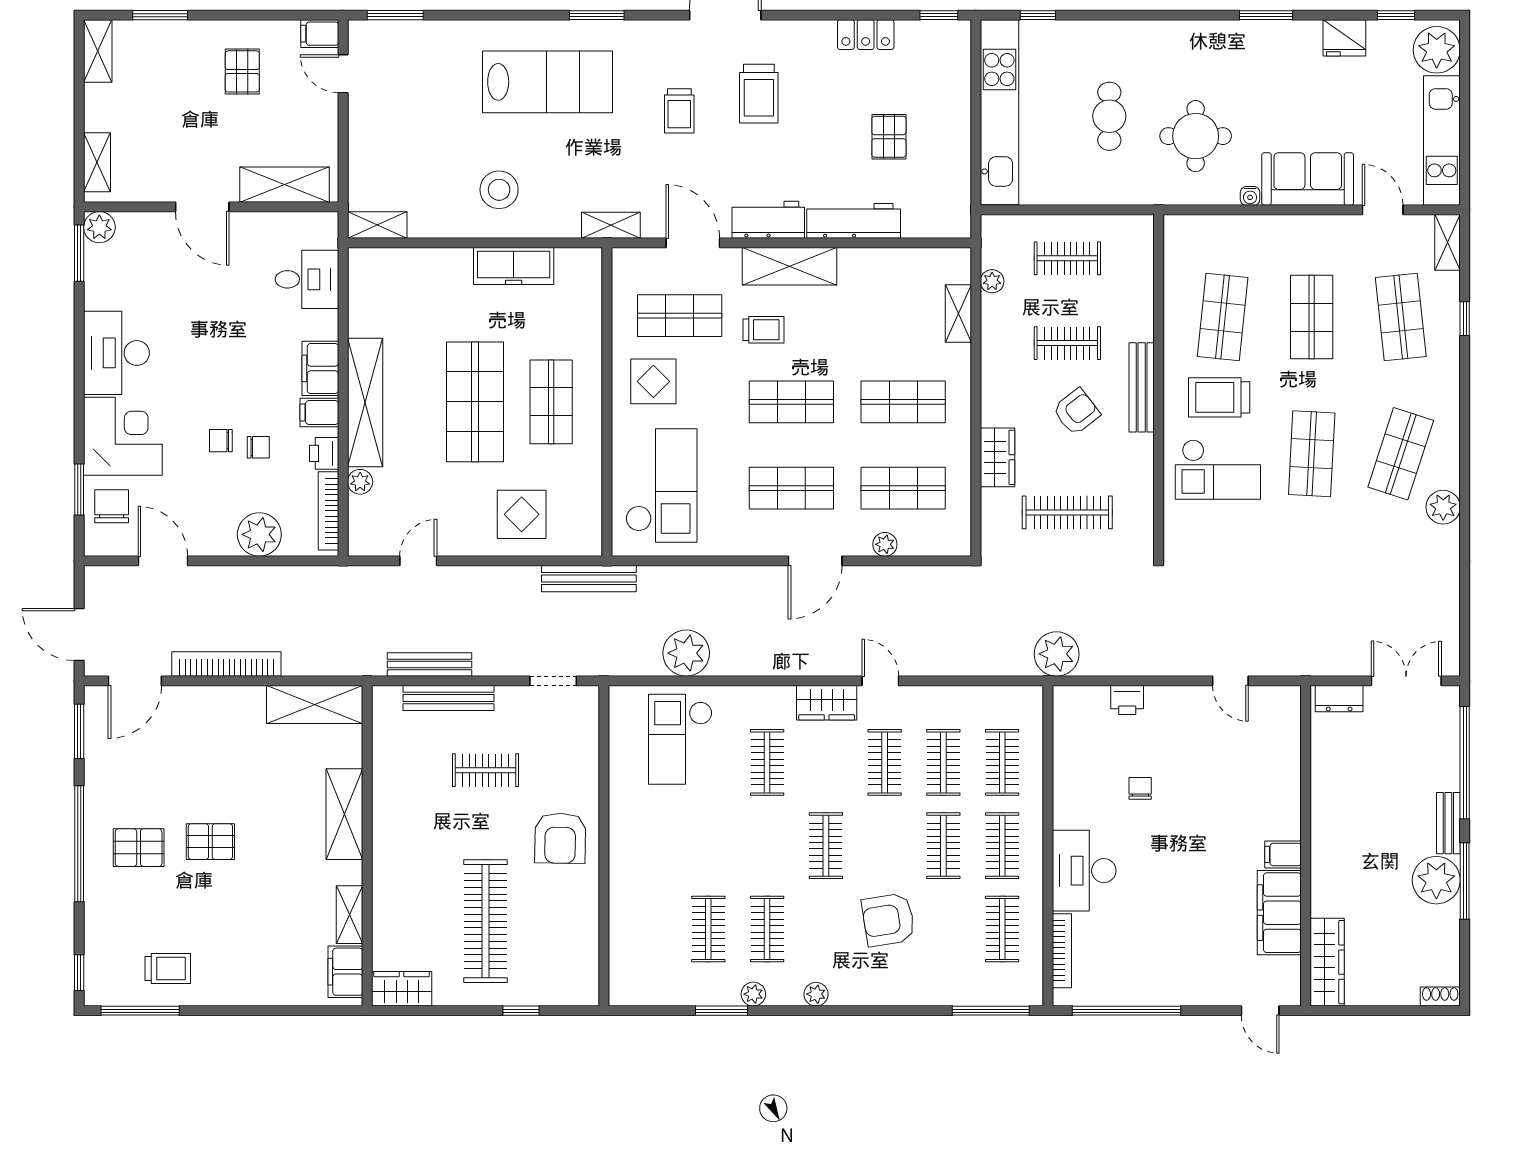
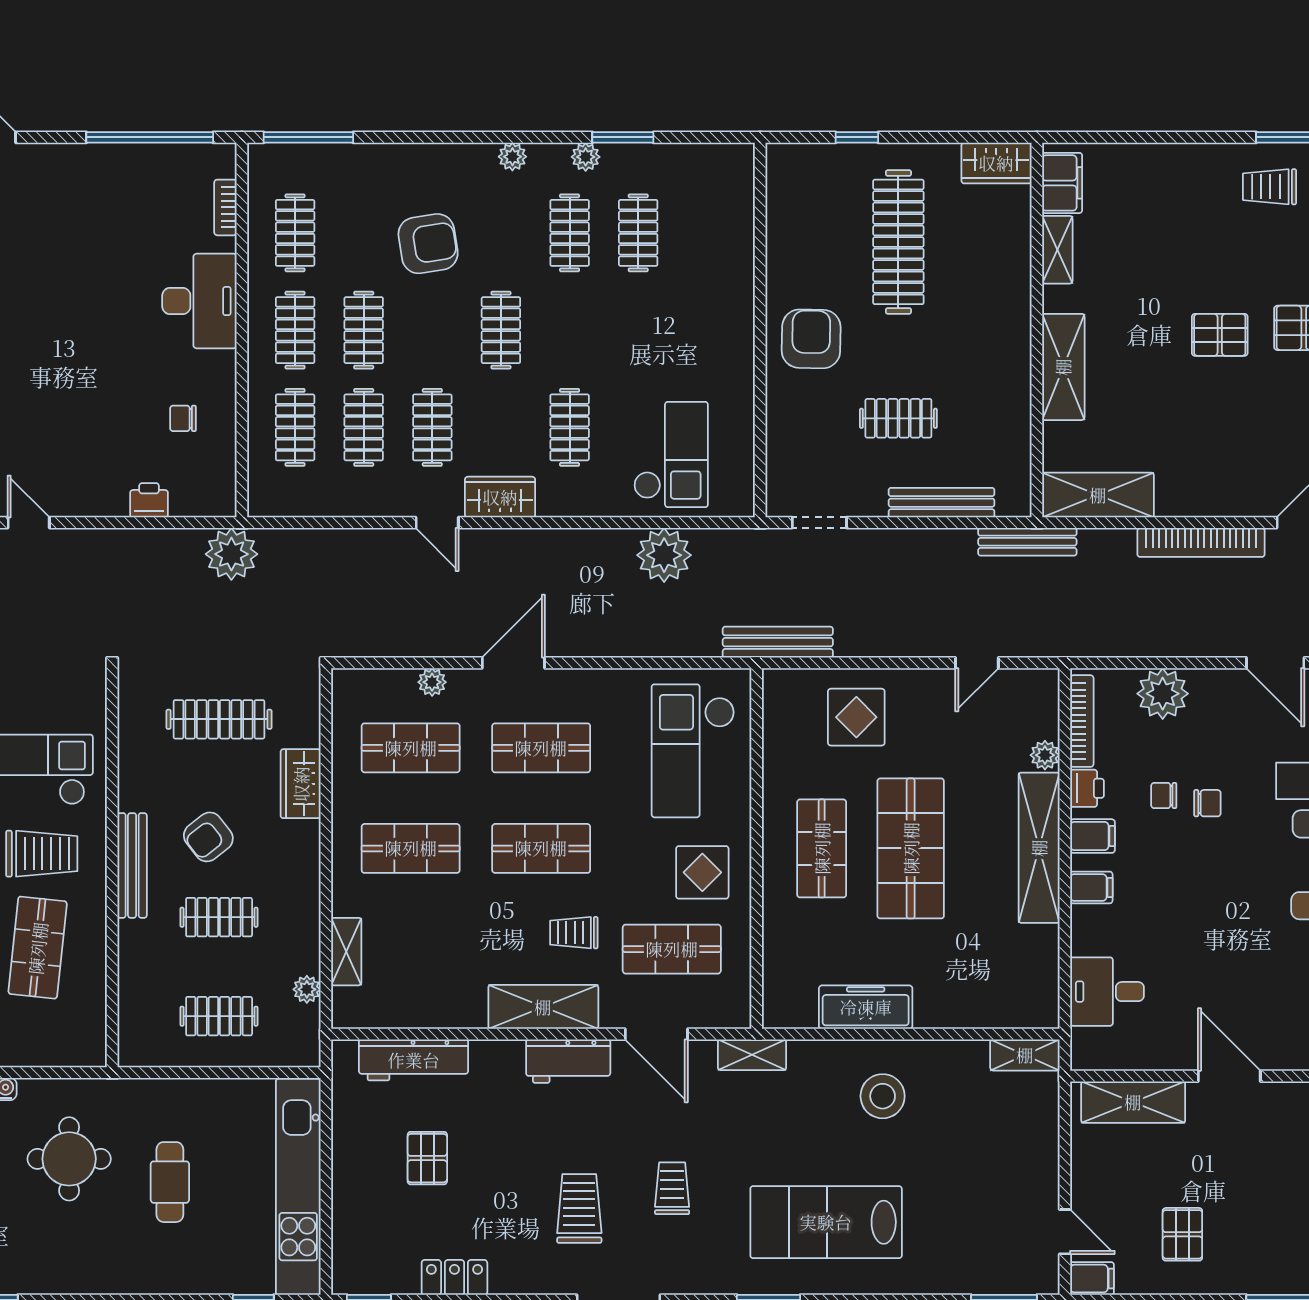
workbench: (854, 221) -> (414, 1060), moved
filing cabinet: (320, 368) -> (1091, 887), width x0.50
bench: (429, 664) -> (1027, 542), moved
chair: (1140, 788) -> (183, 418), moved, turned 90
bookcase: (1062, 951) -> (225, 207), width x0.64

